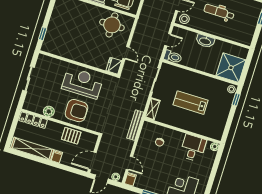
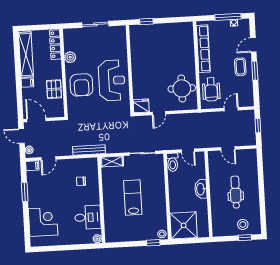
stool: (184, 19) -> (243, 224), moved

